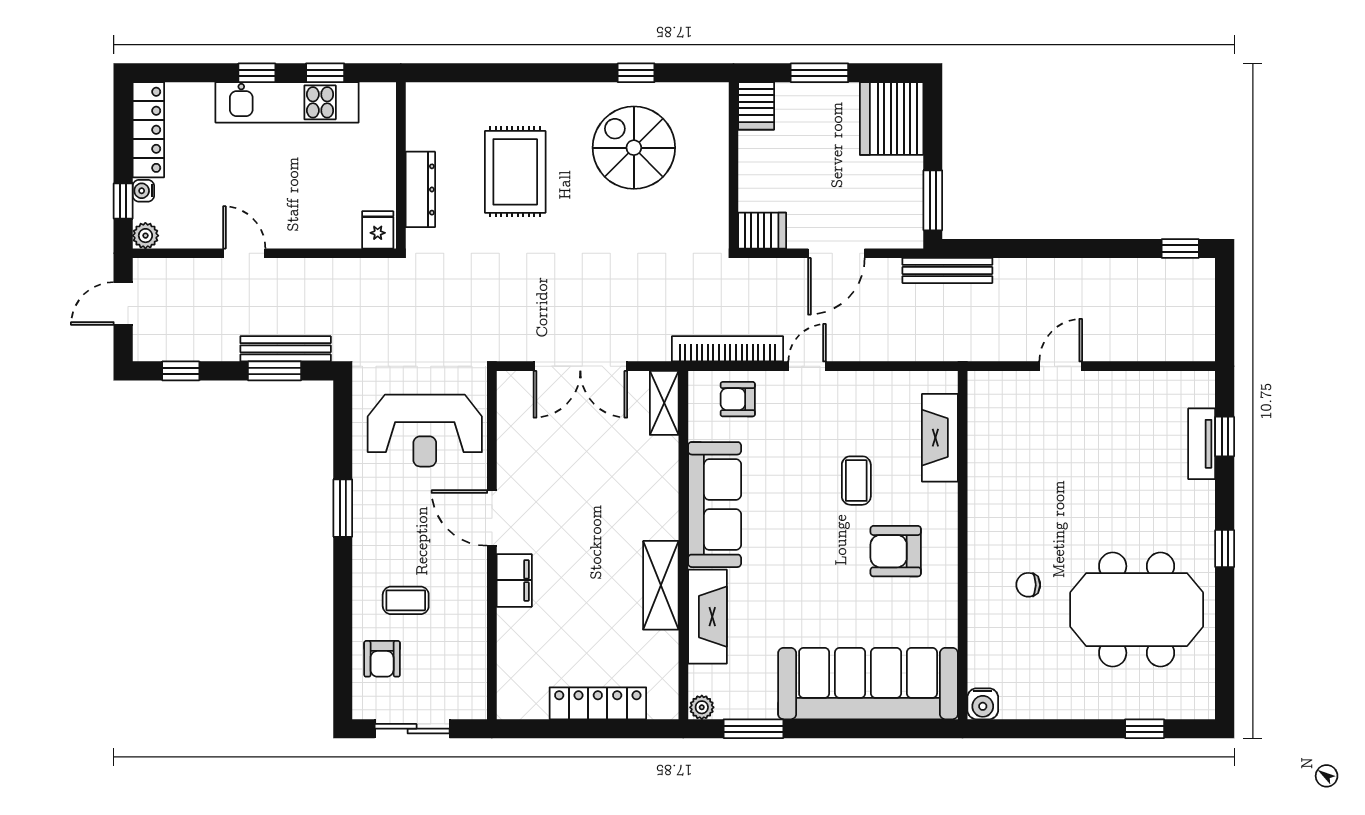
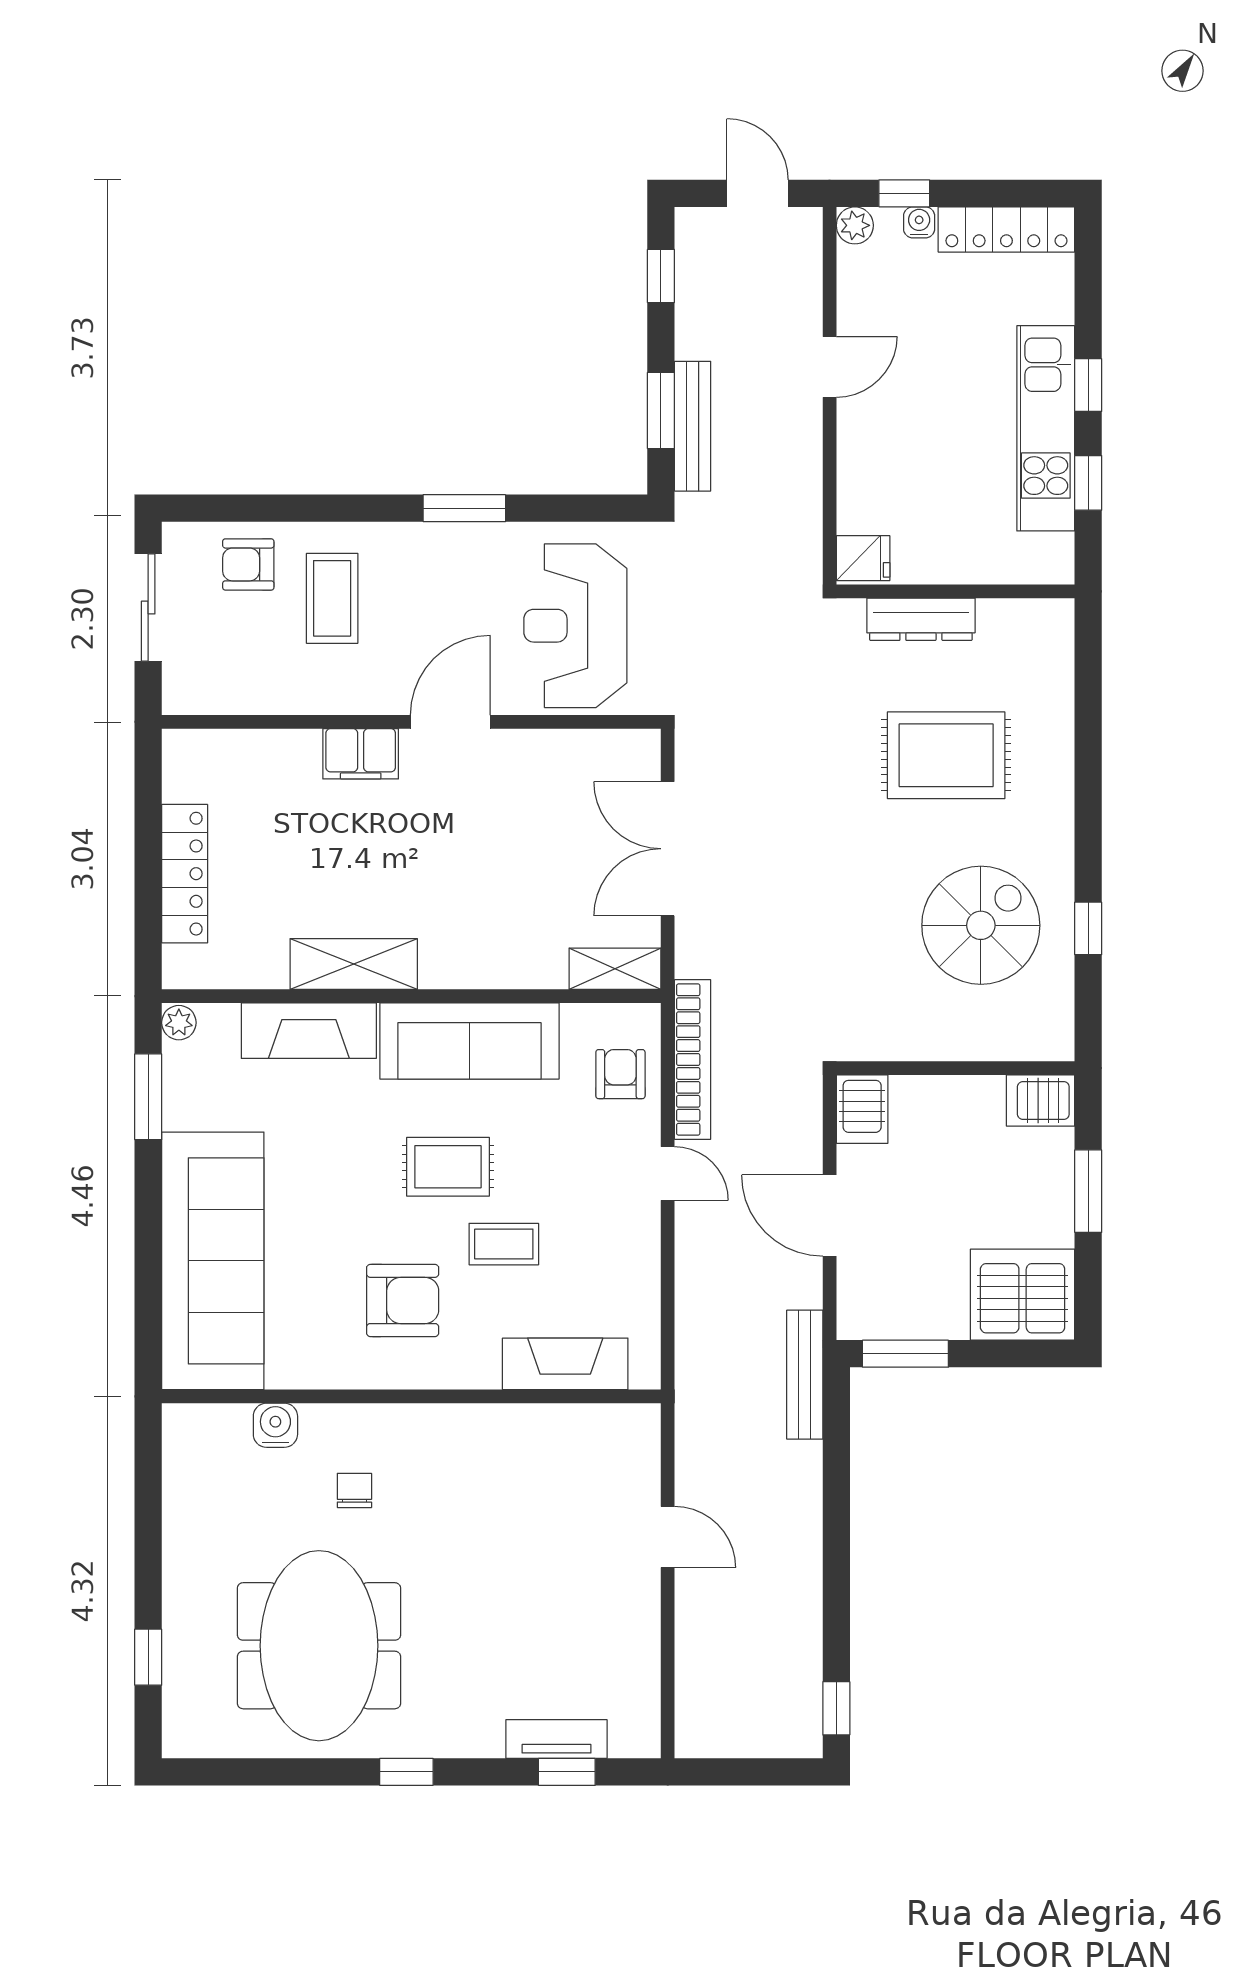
rug: (802, 520) -> (448, 1167), added
armchair: (896, 551) -> (403, 1300), turned 90
coffee table: (406, 600) -> (332, 598), width x1.36, depth x1.30
water cooler: (983, 704) -> (275, 1425), moved, turned 90

